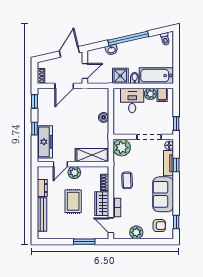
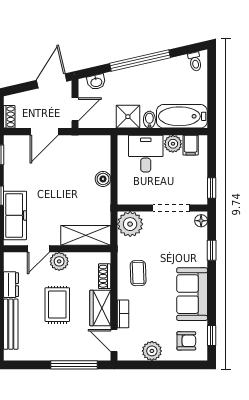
washbasin: (111, 50) -> (96, 82), moved
tv unit: (168, 163) -> (200, 247), removed
window: (84, 242) -> (74, 365), width x1.44

